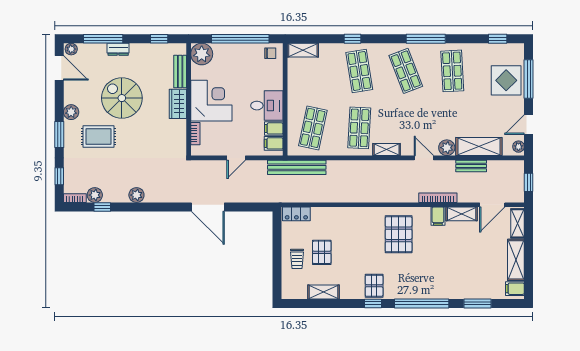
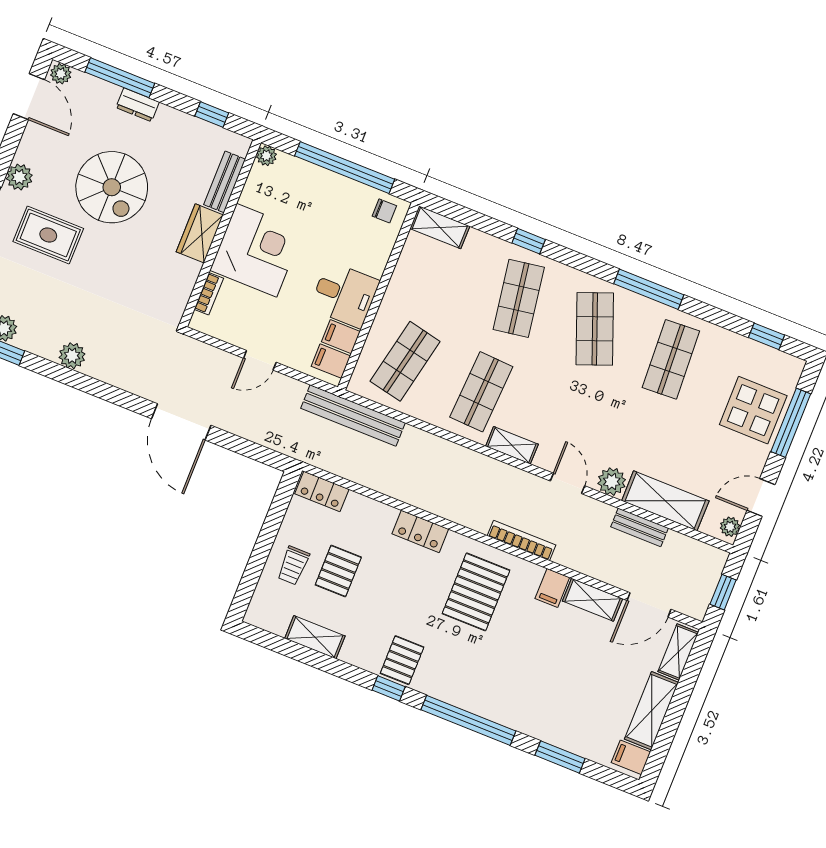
plant: (202, 54) -> (266, 156), width x0.53, depth x0.53
spiral stairs: (122, 98) -> (112, 187), turned 180
bookcase: (438, 198) -> (521, 540), moved
locker: (357, 214) -> (420, 531), added

